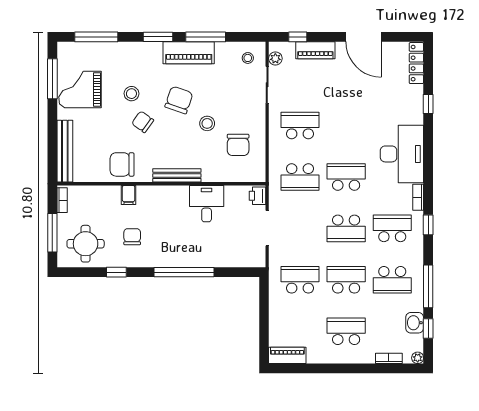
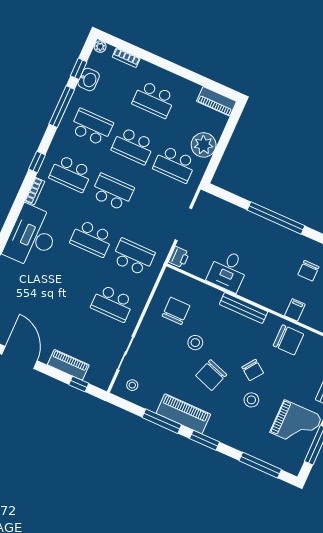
plant: (275, 58) -> (204, 145), moved, width x1.87, depth x1.87

